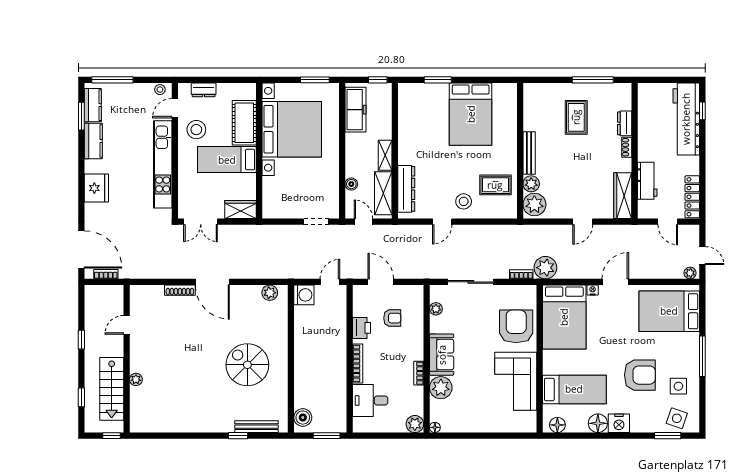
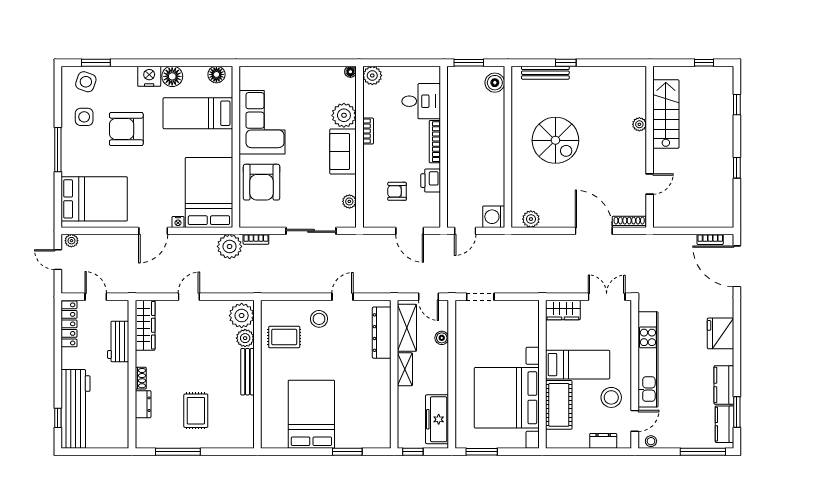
door: (127, 325) -> (650, 184), moved
wall: (127, 359) -> (650, 147), moved
plant: (136, 379) -> (639, 124), moved
stairs: (112, 389) -> (666, 114), moved

